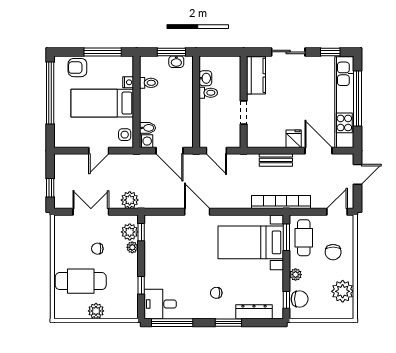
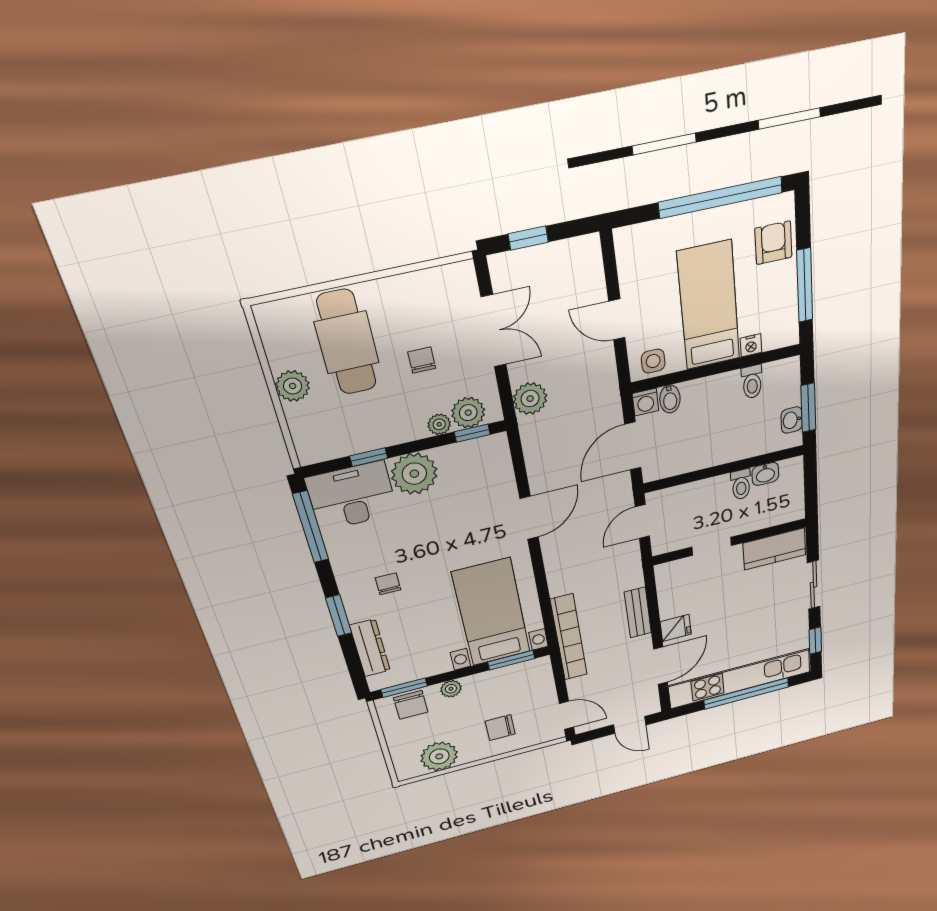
cafe table: (304, 238) -> (515, 684), removed
plant: (156, 265) -> (414, 474), added
window: (286, 300) -> (404, 688), width x1.50
desk: (160, 304) -> (352, 496), width x1.37

